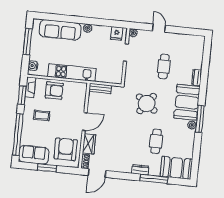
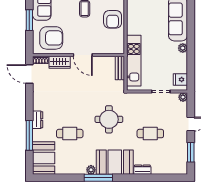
window: (185, 31) -> (191, 152), added
kitchen unit: (72, 73) -> (134, 61), moved
round table: (147, 104) -> (109, 119), turned -37

